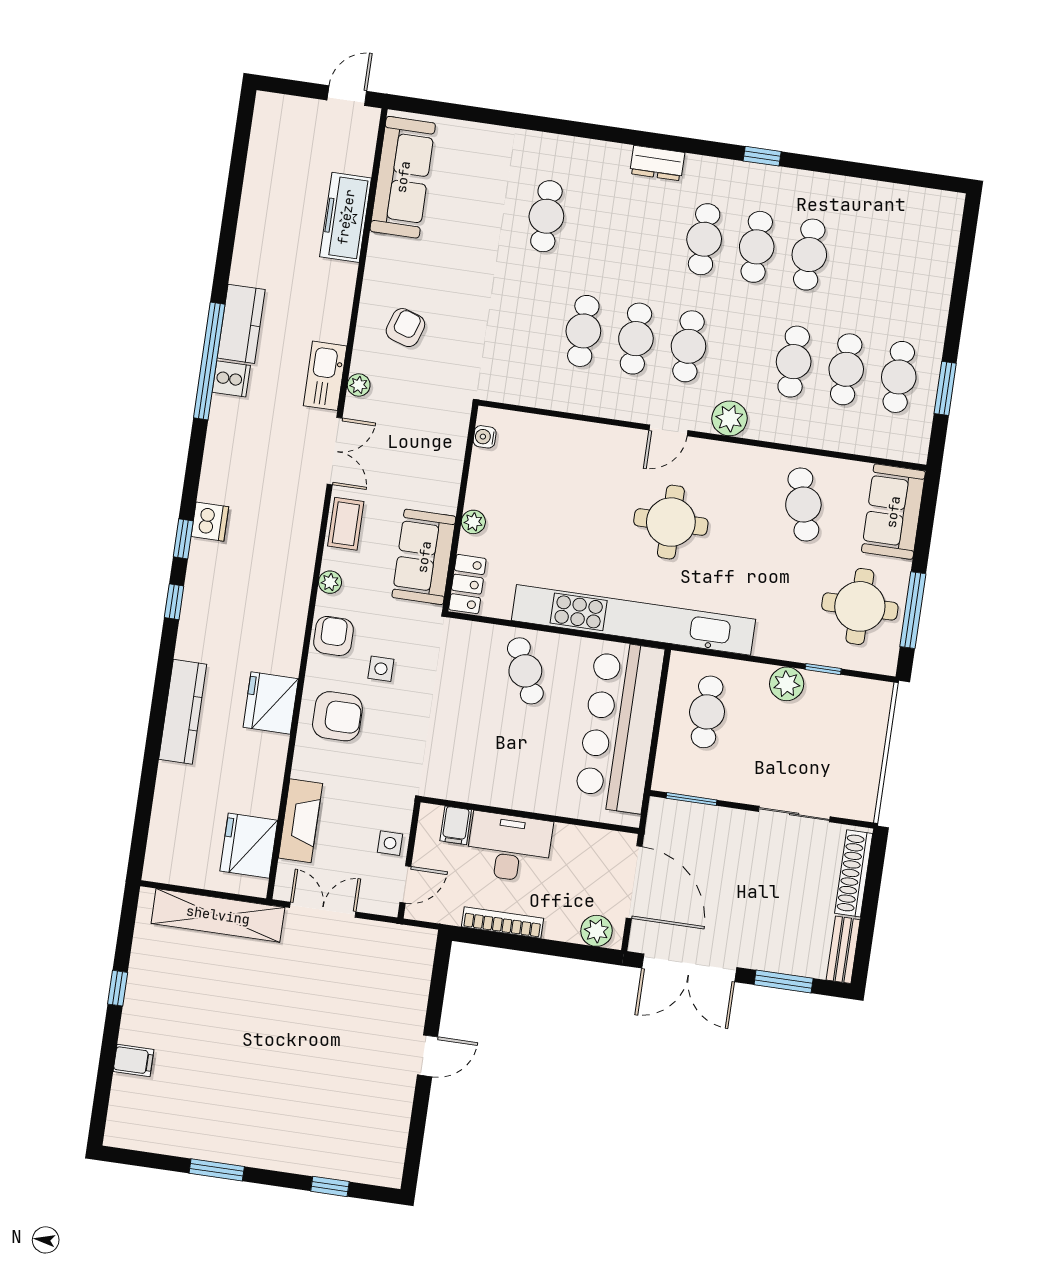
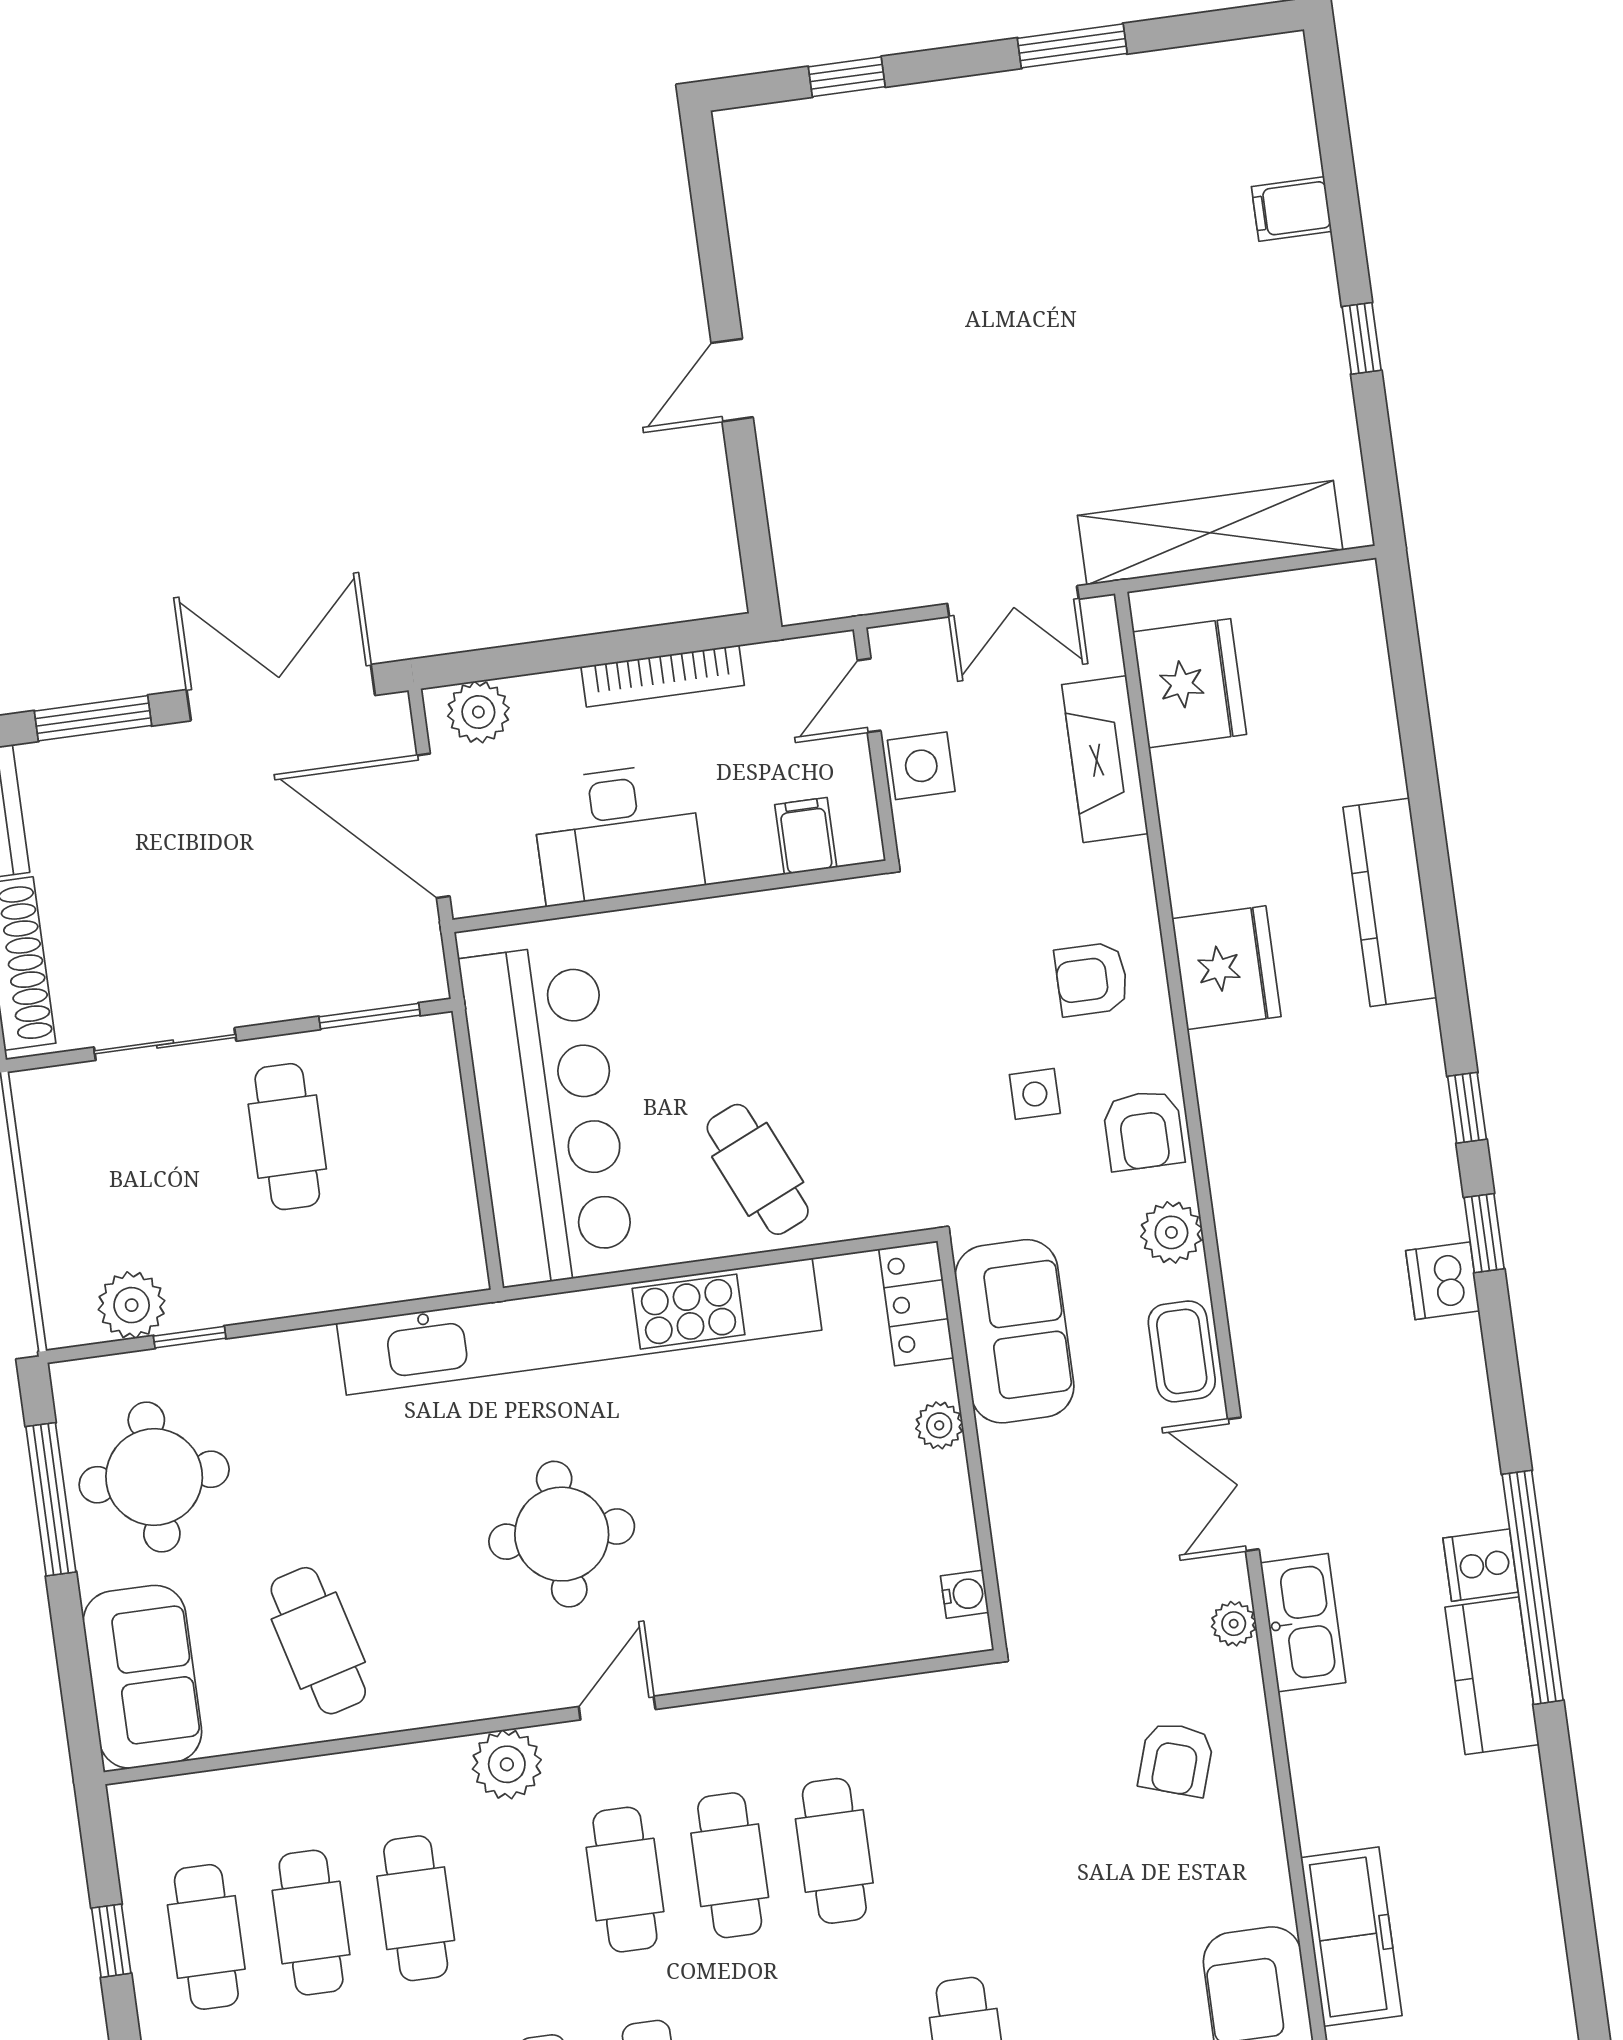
window: (945, 388) -> (111, 1941), width x0.67
plant: (330, 582) -> (1171, 1232), width x1.38, depth x1.38
plant: (787, 684) -> (132, 1305), moved
cafe table: (707, 712) -> (287, 1137), moved
armchair: (337, 716) -> (1092, 979), width x0.72, depth x0.72
side table: (390, 843) -> (921, 766), width x1.37, depth x1.37
desk: (509, 847) -> (617, 834), moved

